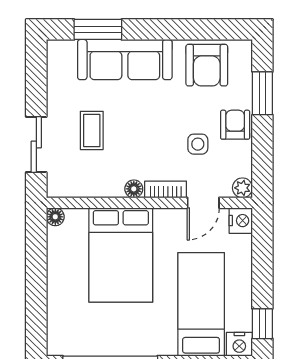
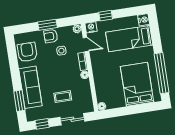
armchair: (207, 65) -> (27, 52), turned -90
window: (36, 73) -> (42, 124), added
window: (262, 93) -> (48, 25), moved
bed: (121, 255) -> (137, 84), moved, turned -90
window: (262, 324) -> (106, 16), moved

